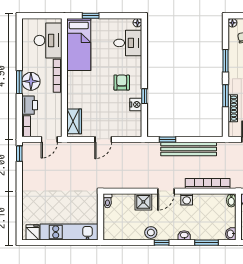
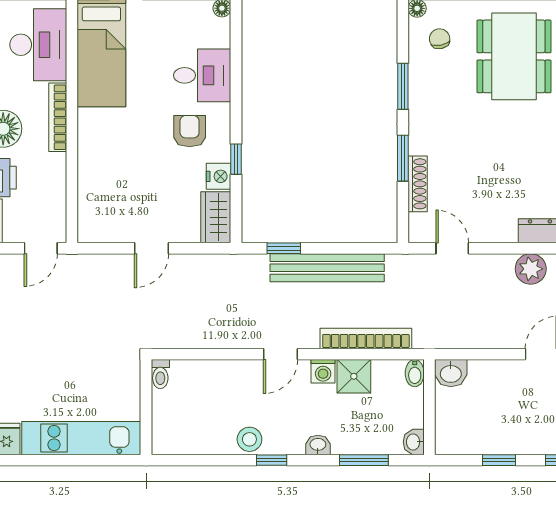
desk: (128, 43) -> (202, 75), moved
wardrobe: (74, 121) -> (216, 217), moved, turned 180
shower: (143, 202) -> (354, 376), moved

